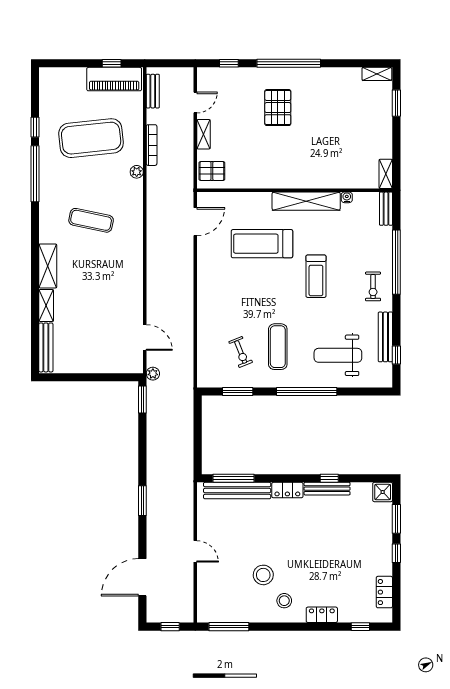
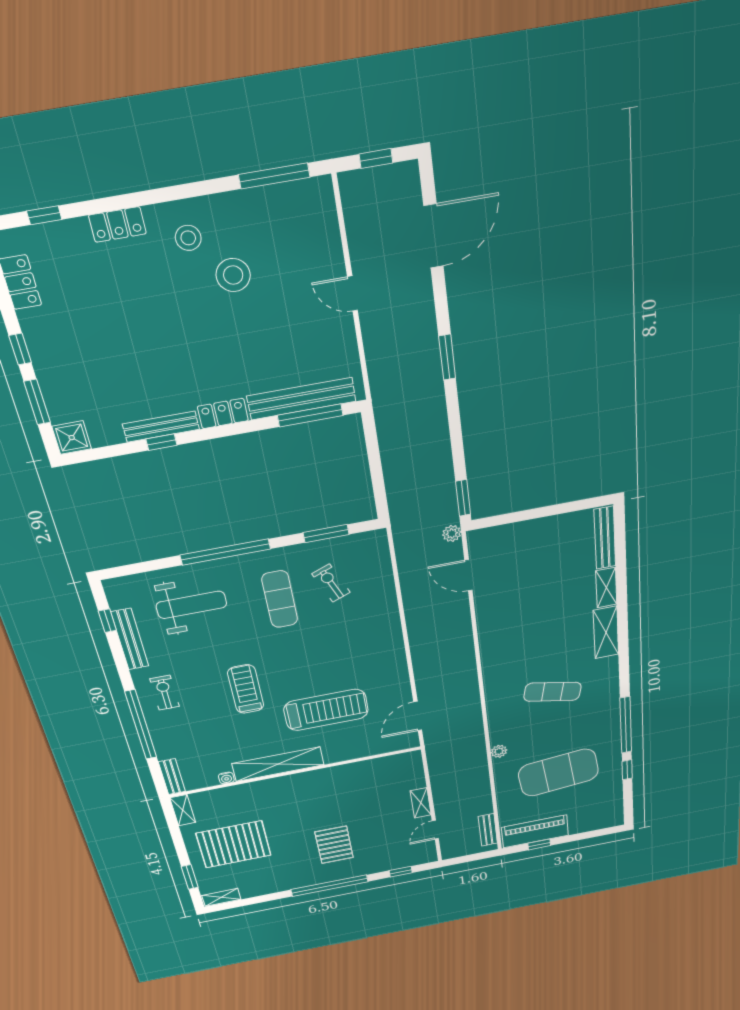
bookcase: (152, 145) -> (483, 780), removed
pallet: (212, 171) -> (234, 844), moved, width x2.05, depth x2.00

